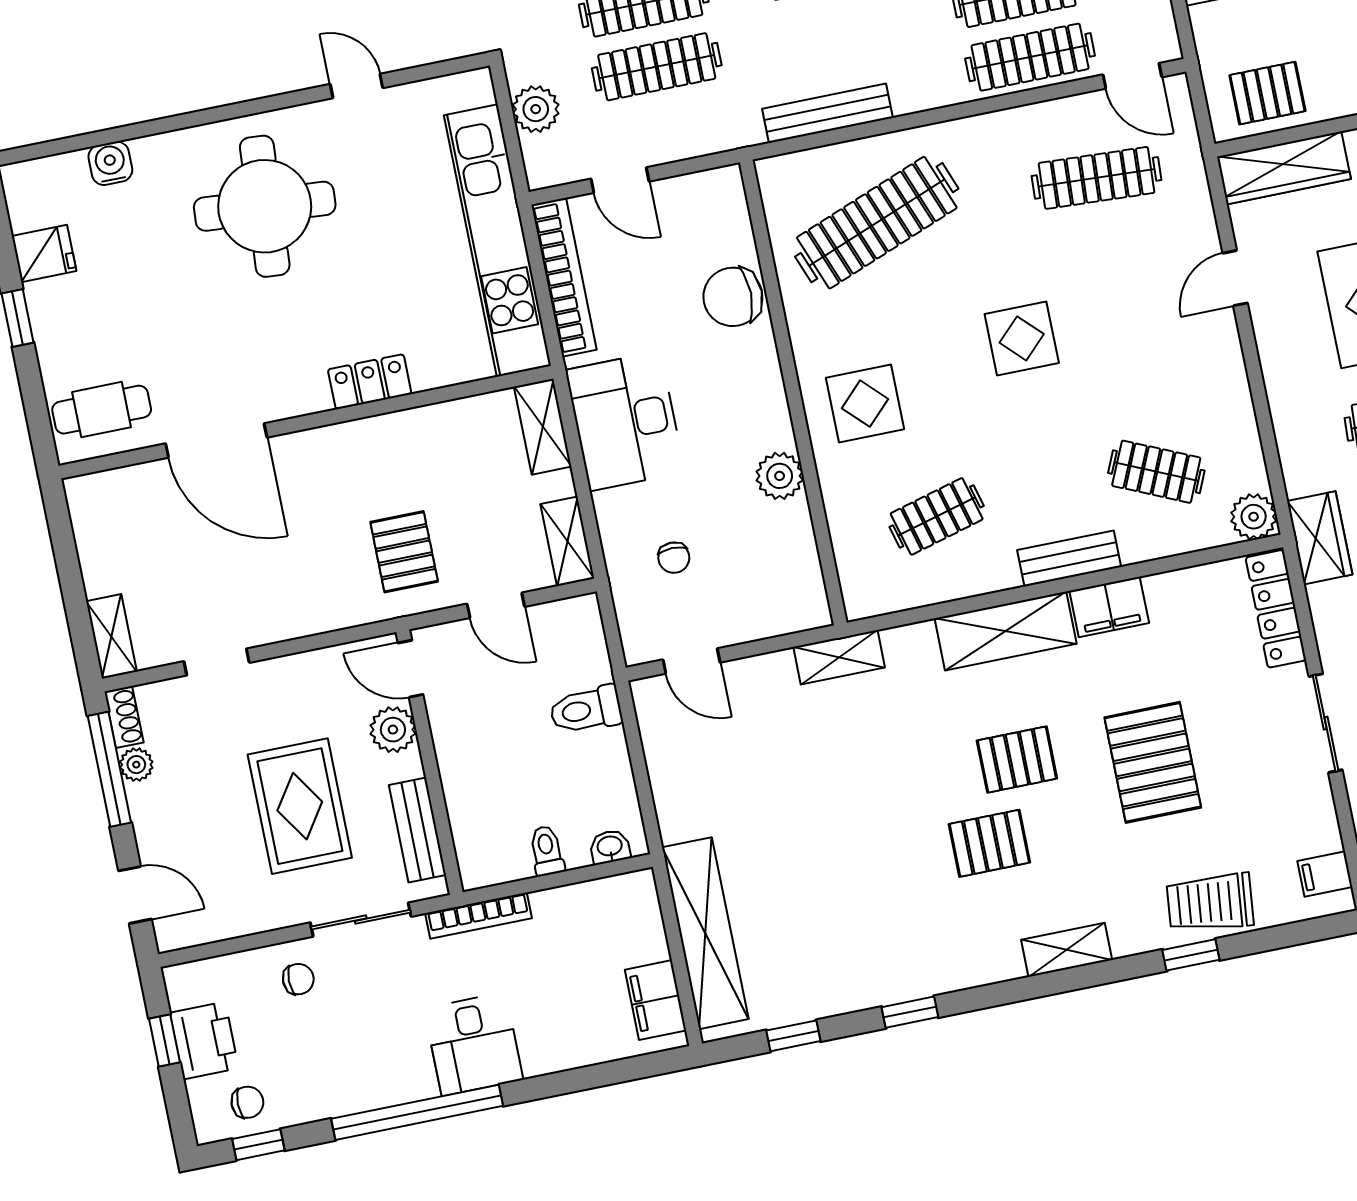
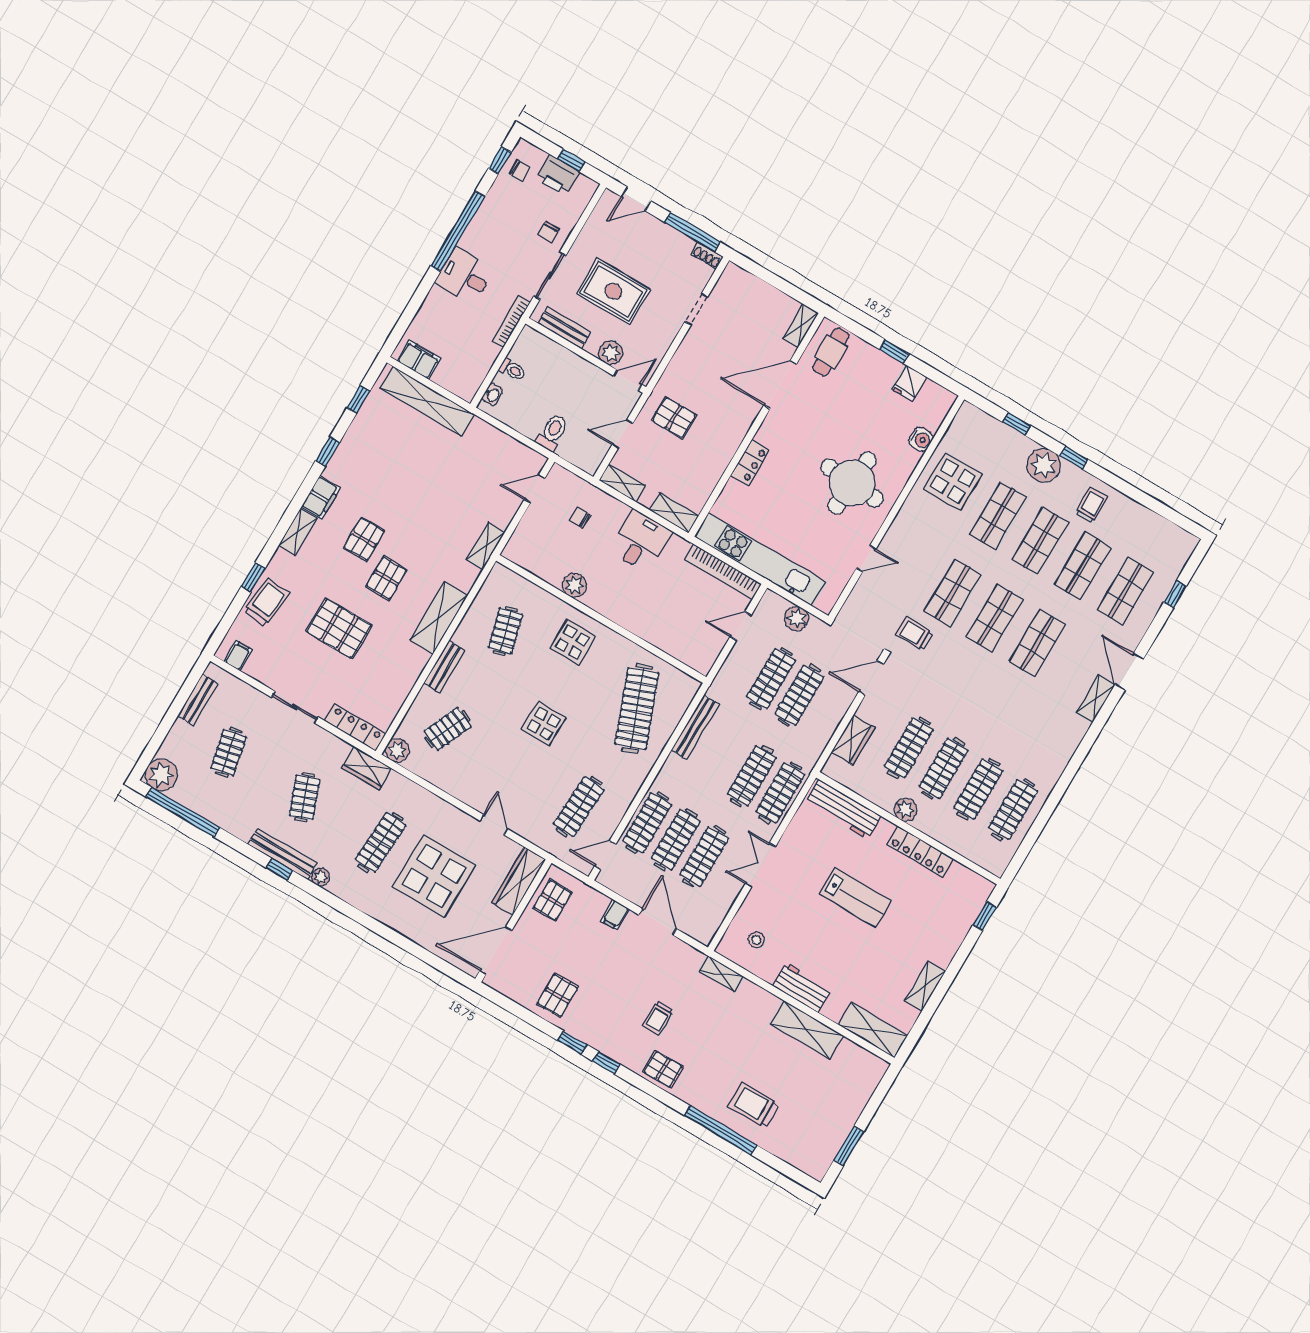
display table: (129, 61) -> (953, 481), added
chair: (733, 297) -> (658, 629), removed
desk: (625, 421) -> (641, 541), width x0.73
filing cabinet: (1109, 607) -> (321, 497), moved, turned 180
shelving: (111, 636) -> (801, 326), moved, turned 90
plant: (136, 765) -> (685, 244), removed
chair: (247, 1102) -> (520, 171), turned -90

